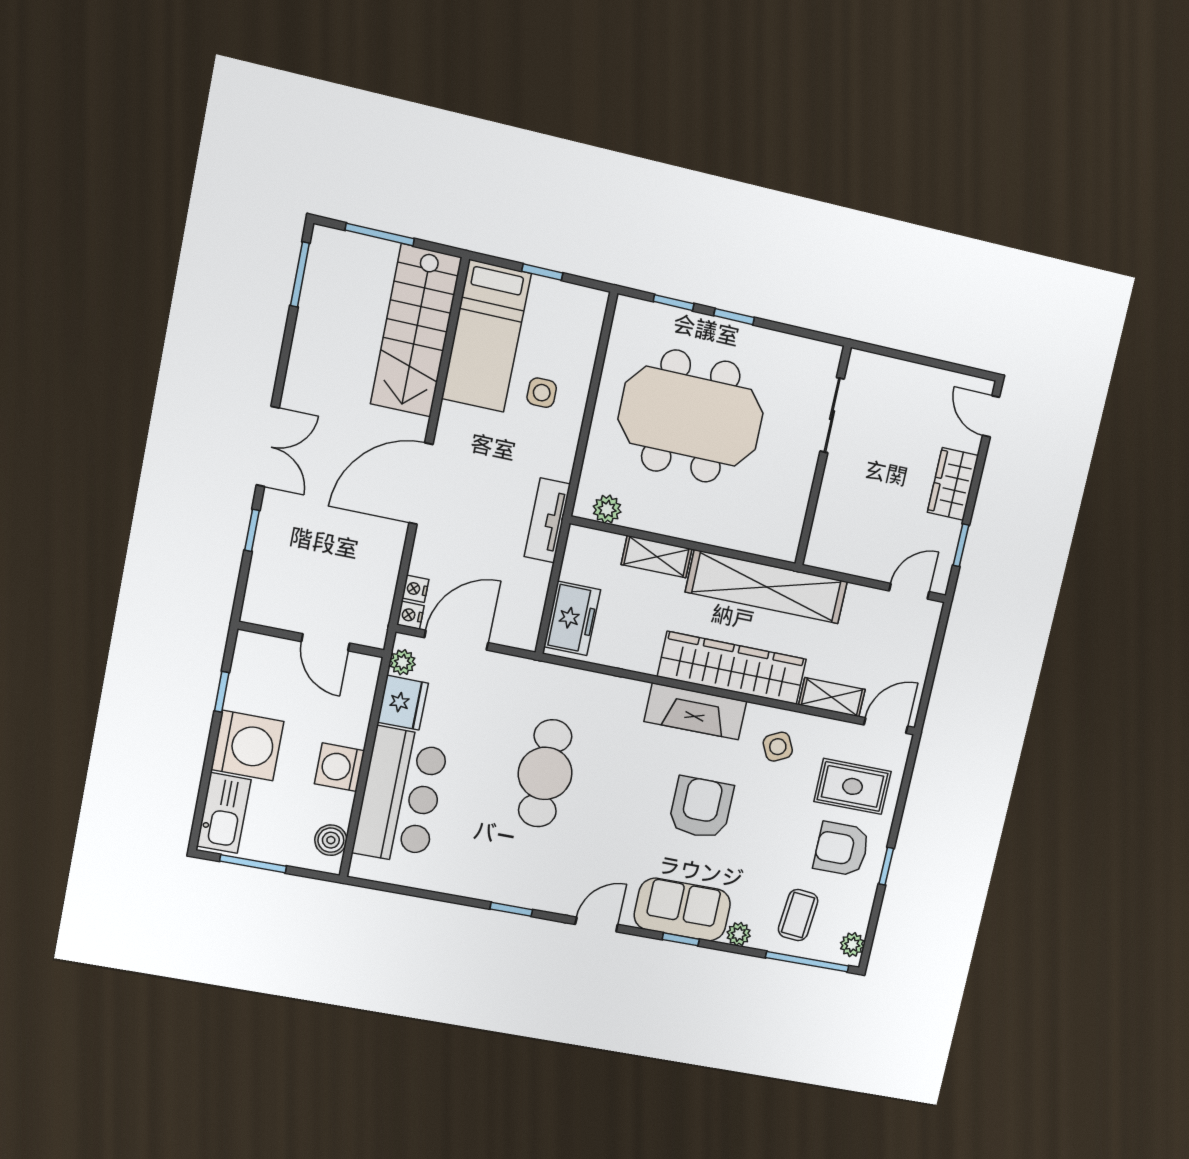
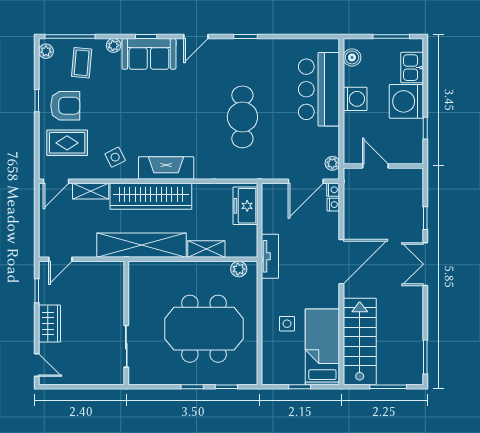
fridge: (403, 703) -> (328, 141), removed
armchair: (701, 808) -> (151, 114), removed
kitchen sink: (224, 813) -> (412, 68), width x0.73

